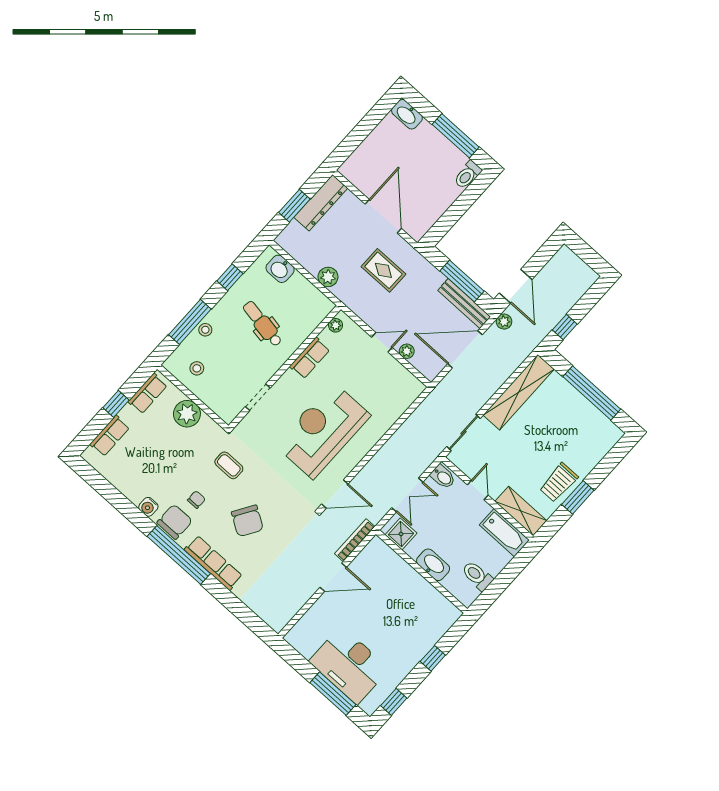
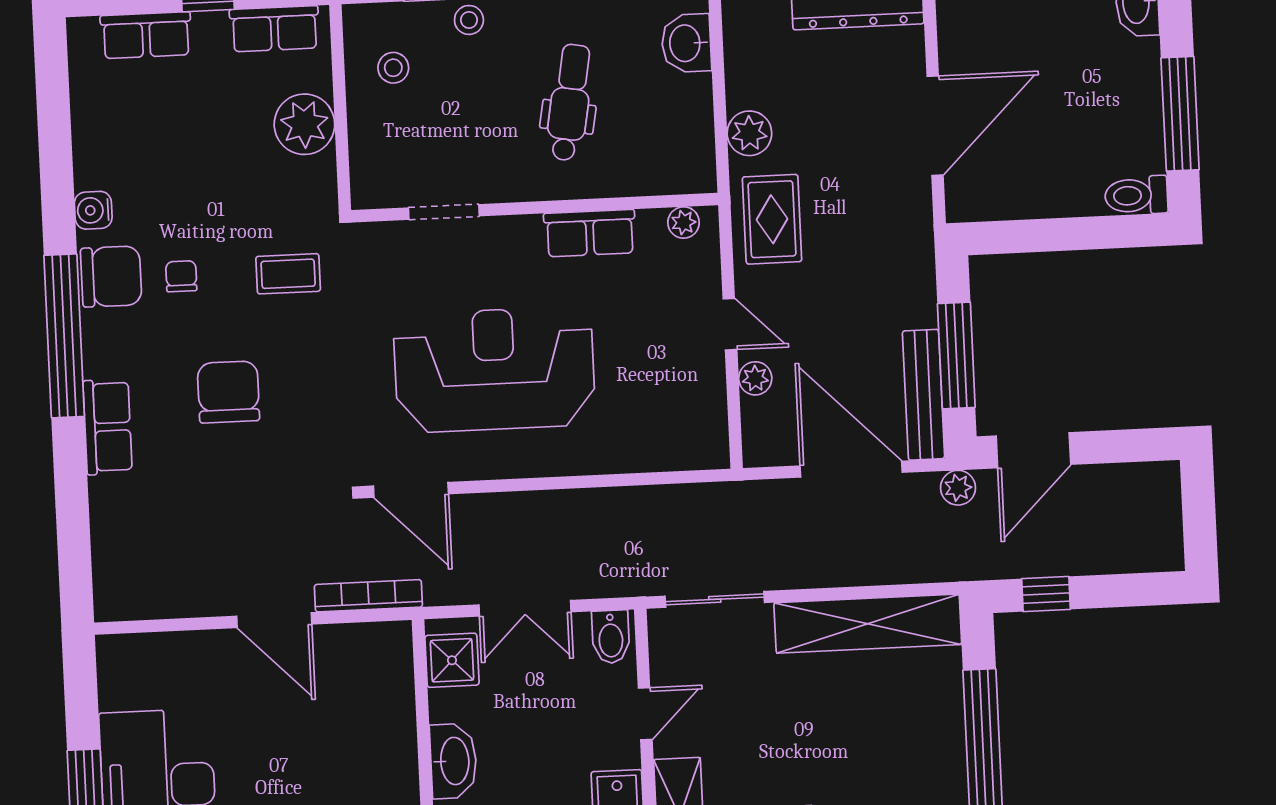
rug: (383, 270) -> (772, 219), moved
coffee table: (229, 465) -> (288, 274), turned 90
chair: (196, 500) -> (181, 276), turned -90
chair: (247, 521) -> (228, 392), turned 148
row of seats: (213, 563) -> (108, 427), width x0.68

